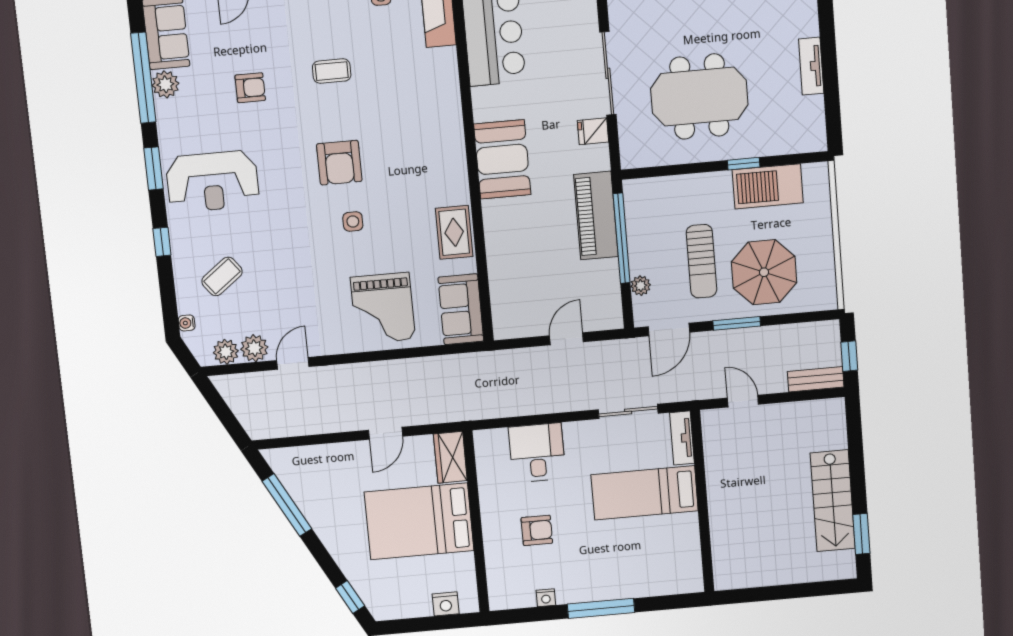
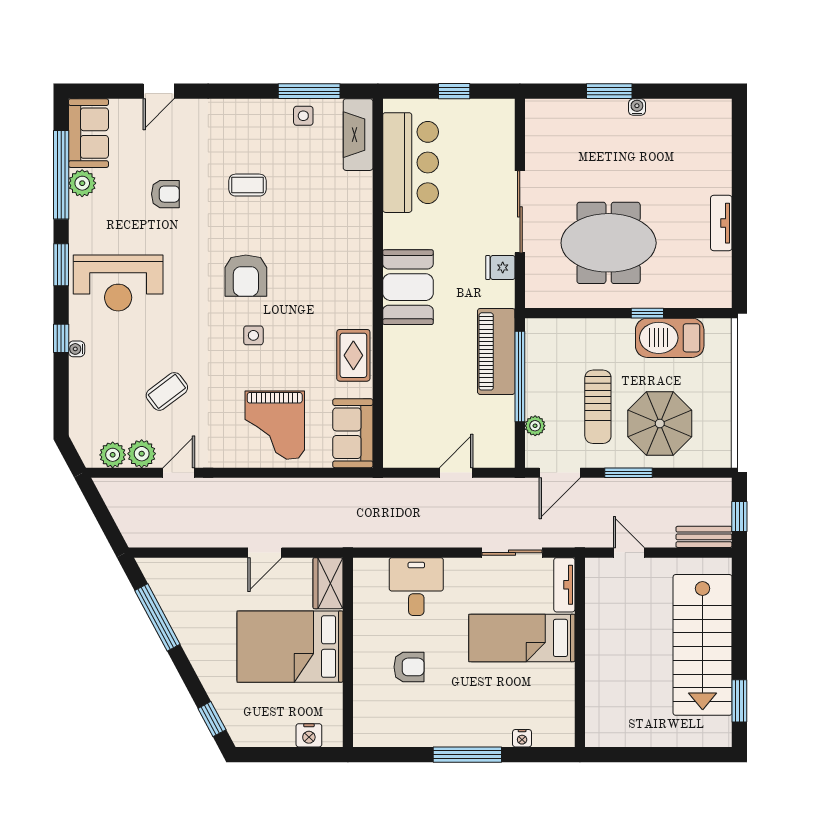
coffee table: (222, 276) -> (167, 391), moved
water cooler: (187, 323) -> (77, 349), moved
stairs: (833, 501) -> (703, 645), width x1.36, depth x1.51
nightstand: (546, 598) -> (522, 738), moved

